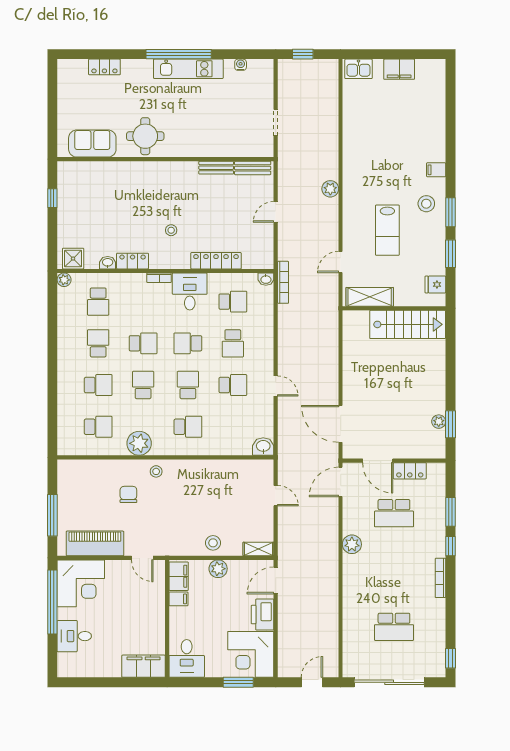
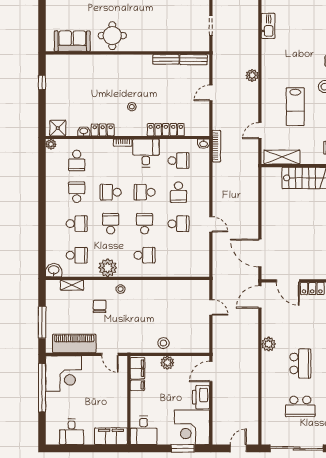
kitchen sink: (351, 123) -> (268, 26), added
school desk: (143, 343) -> (111, 192), turned 180
washbasin: (263, 446) -> (54, 270), moved
school desk: (394, 513) -> (300, 363), moved, turned -90
shelving: (258, 549) -> (72, 285), moved
desk: (74, 636) -> (72, 432), moved, turned -90

